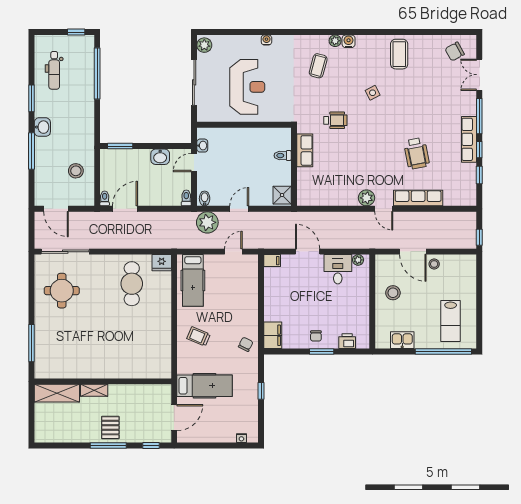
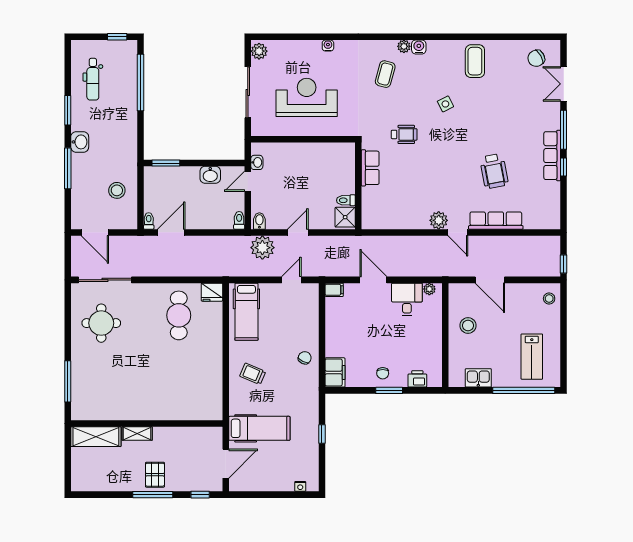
reception desk: (247, 87) -> (307, 97), turned -90
toilet: (283, 156) -> (346, 200), moved
window: (479, 175) -> (564, 195), removed
stool: (434, 264) -> (549, 299), moved
chair: (246, 344) -> (305, 358), moved

